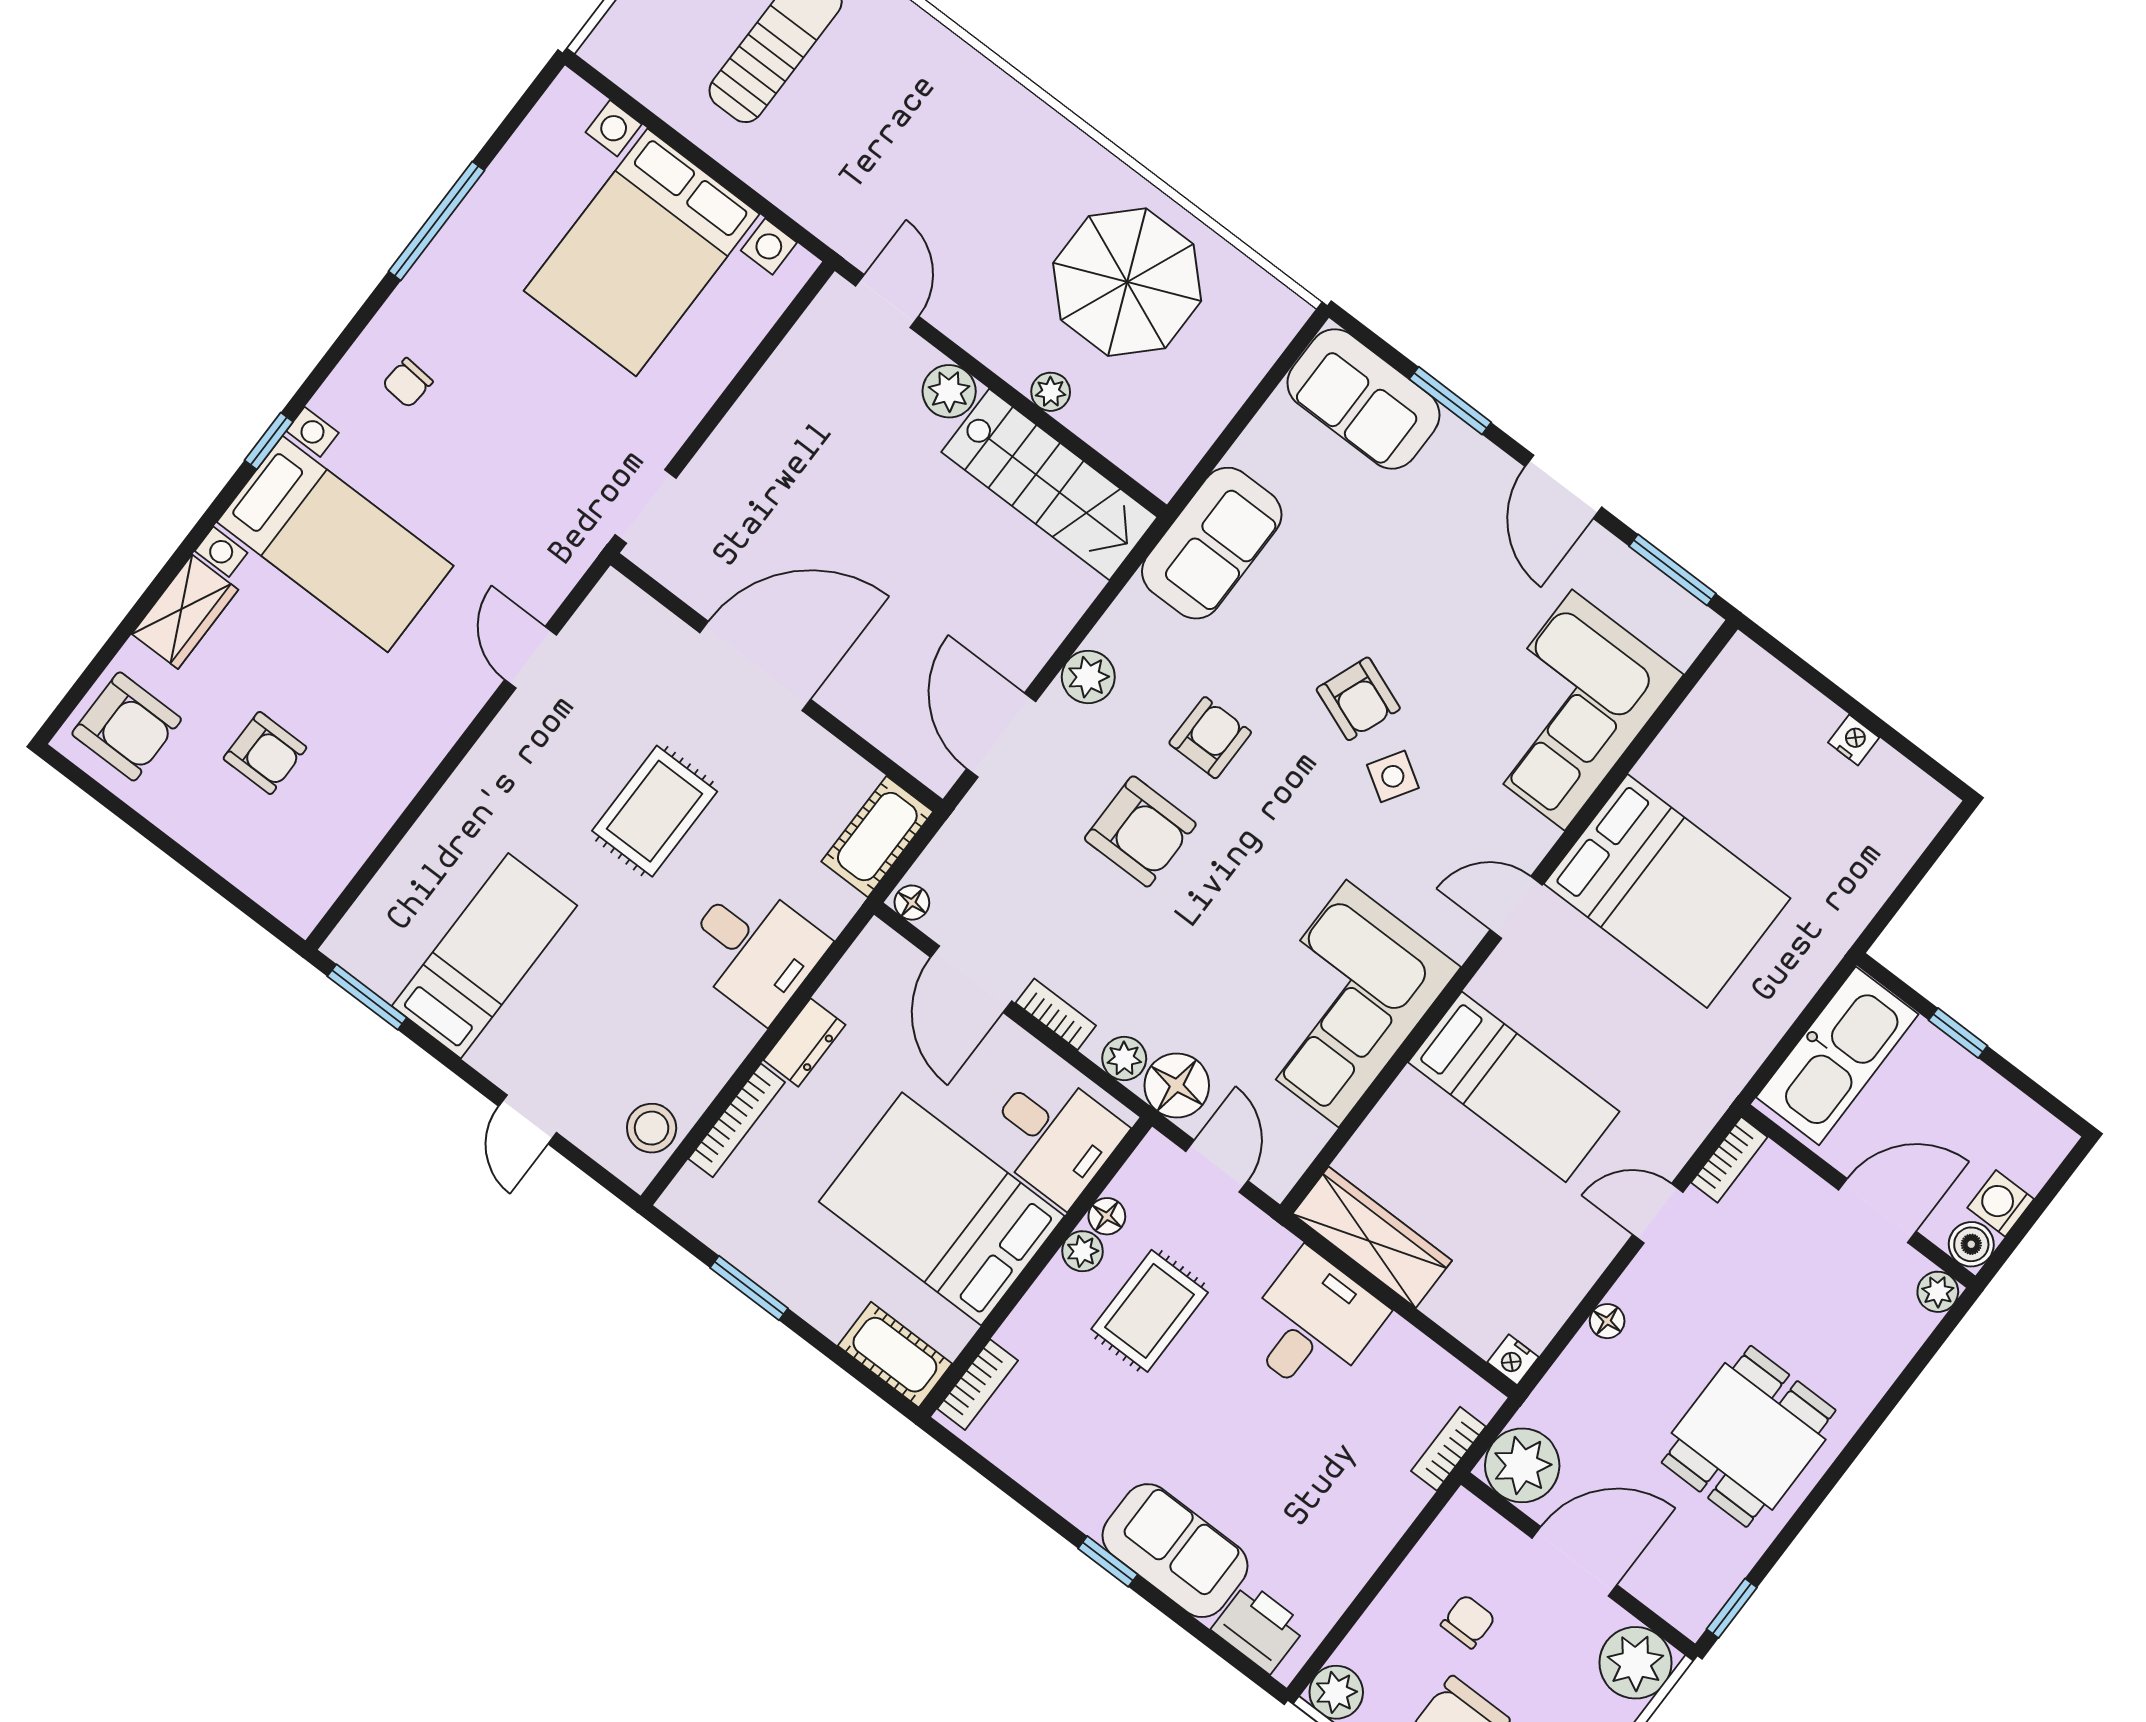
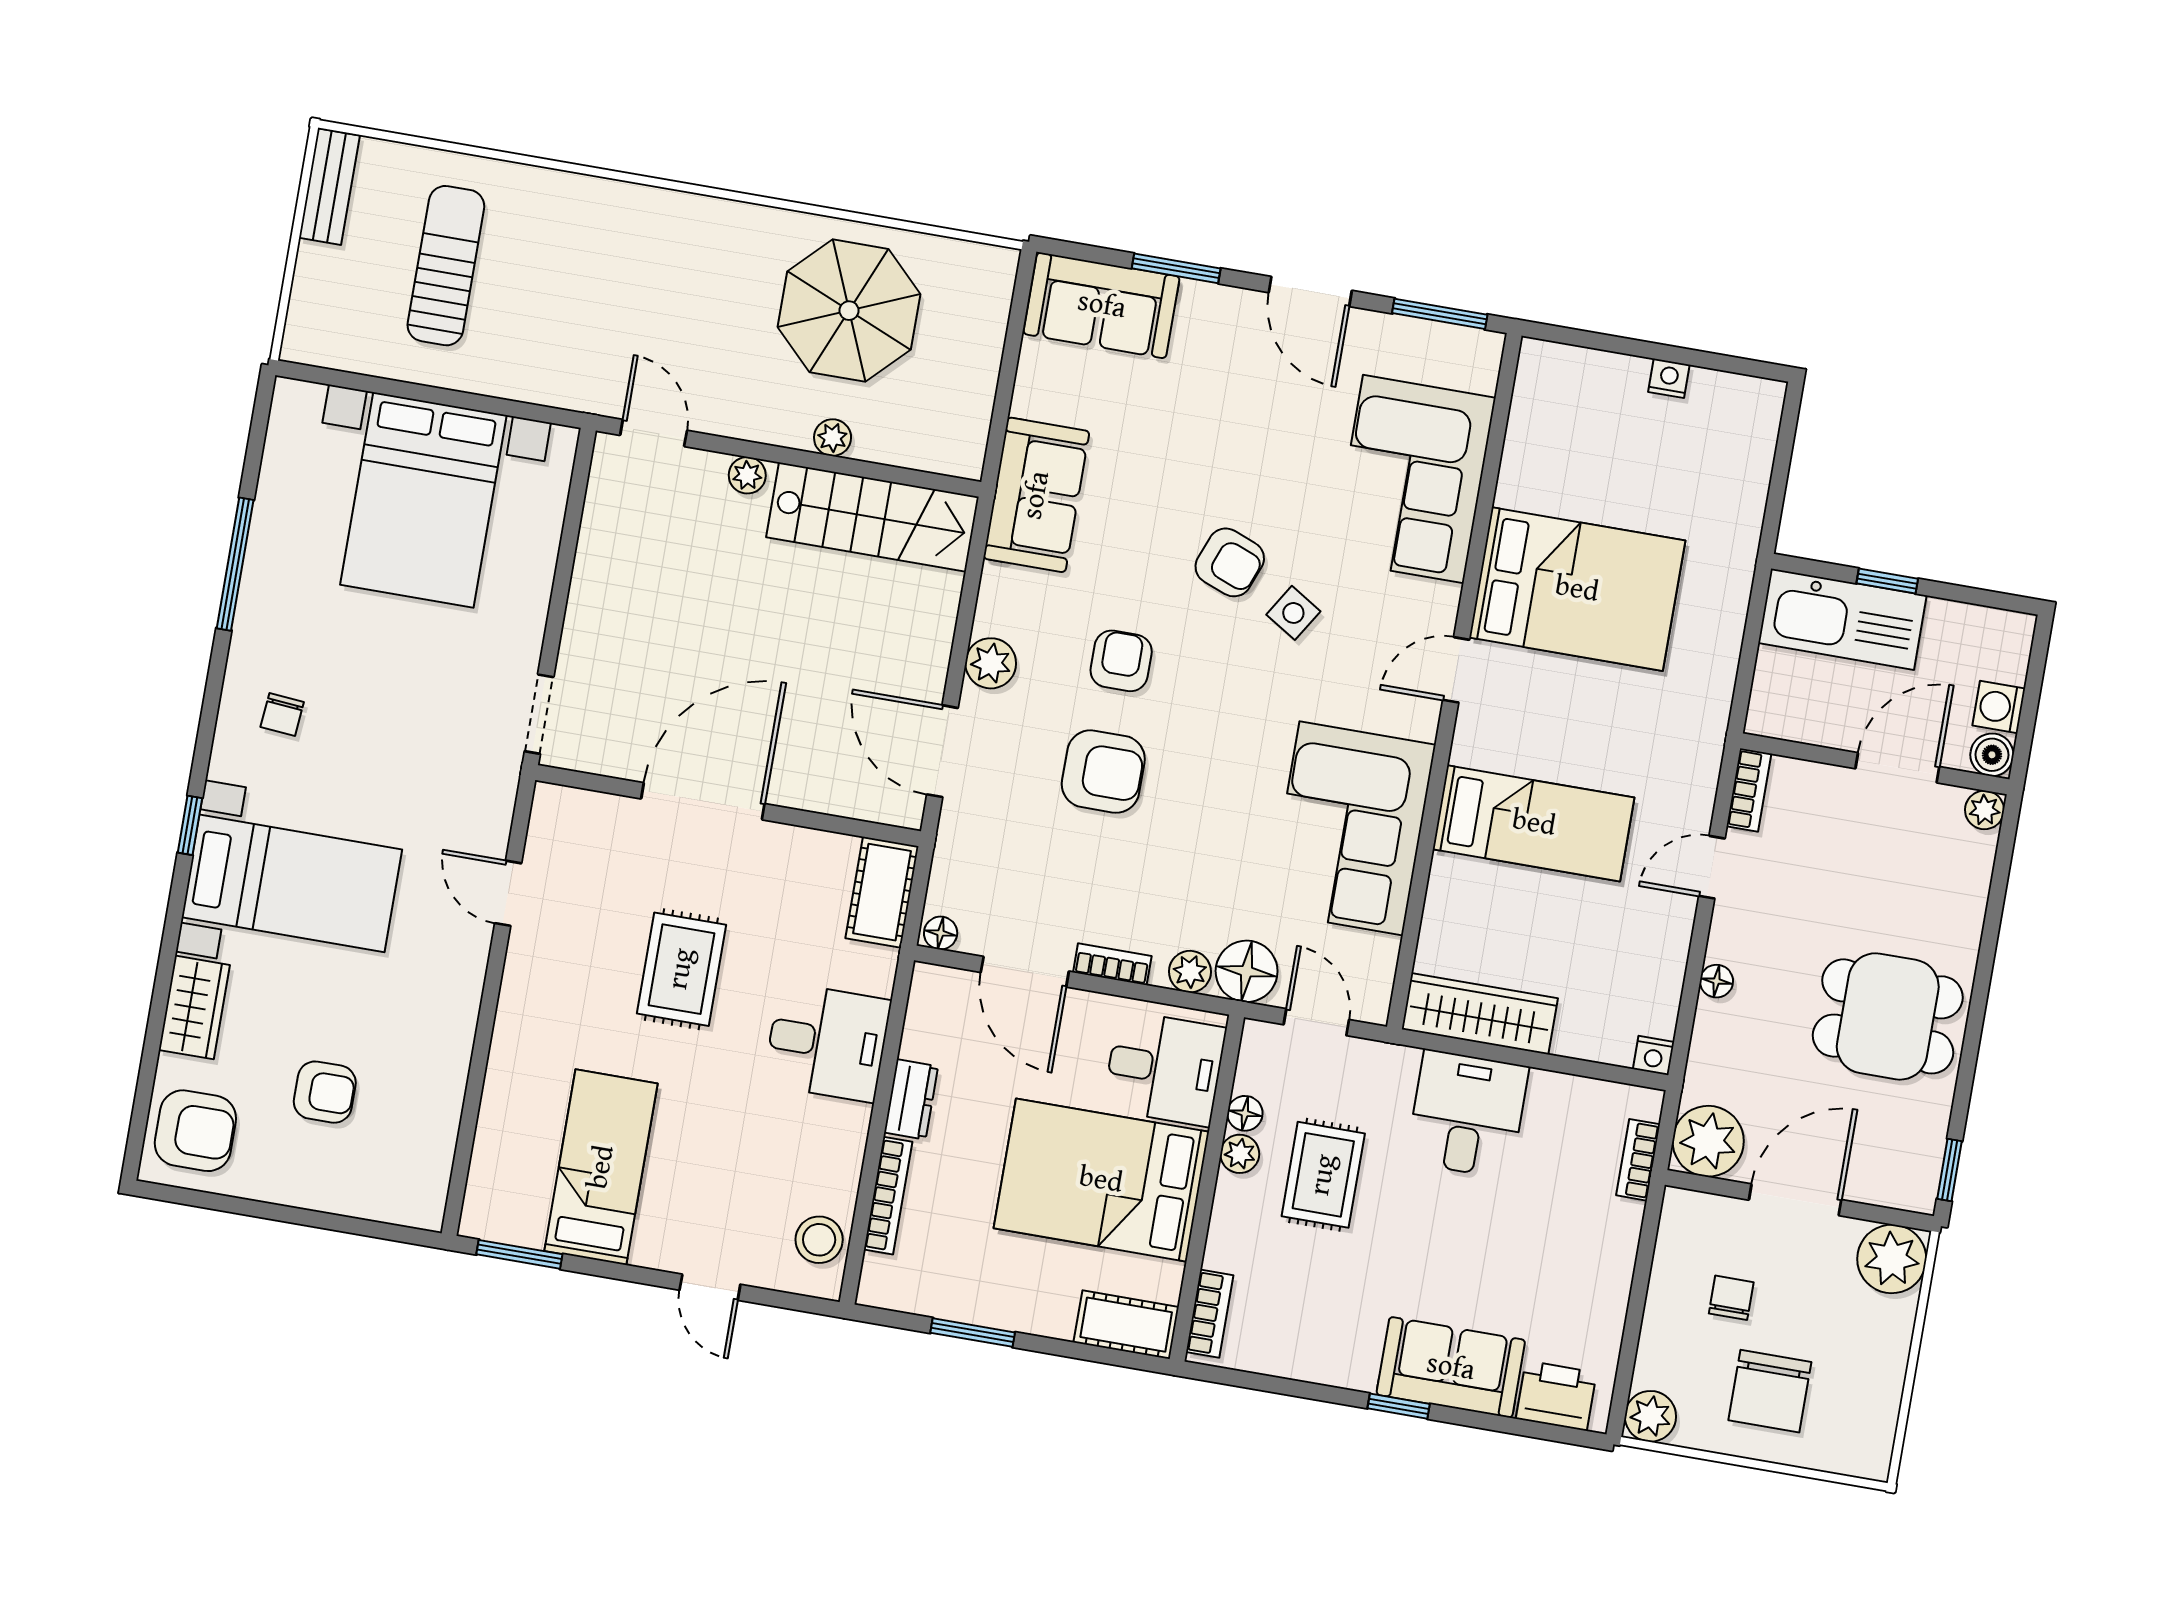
plant: (949, 391) -> (747, 475), width x0.73, depth x0.73
kitchen sink: (1837, 1056) -> (1842, 619), moved, turned 90
dining table: (1749, 1436) -> (1888, 1016), turned 90

